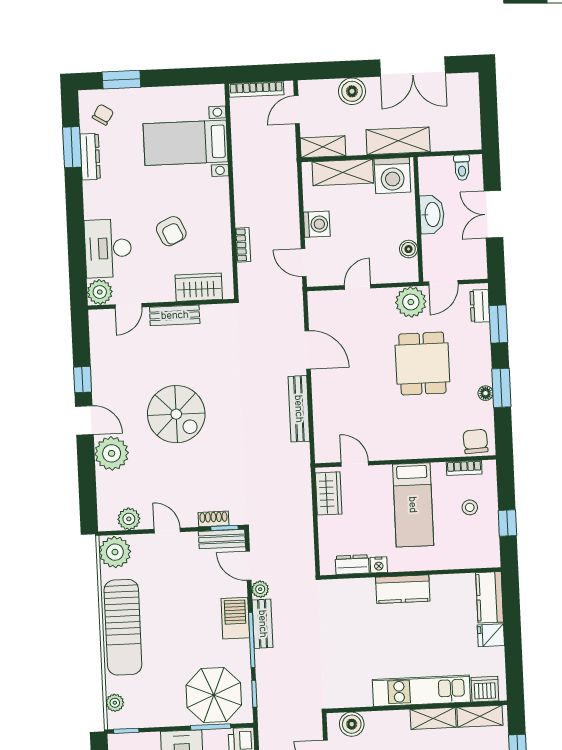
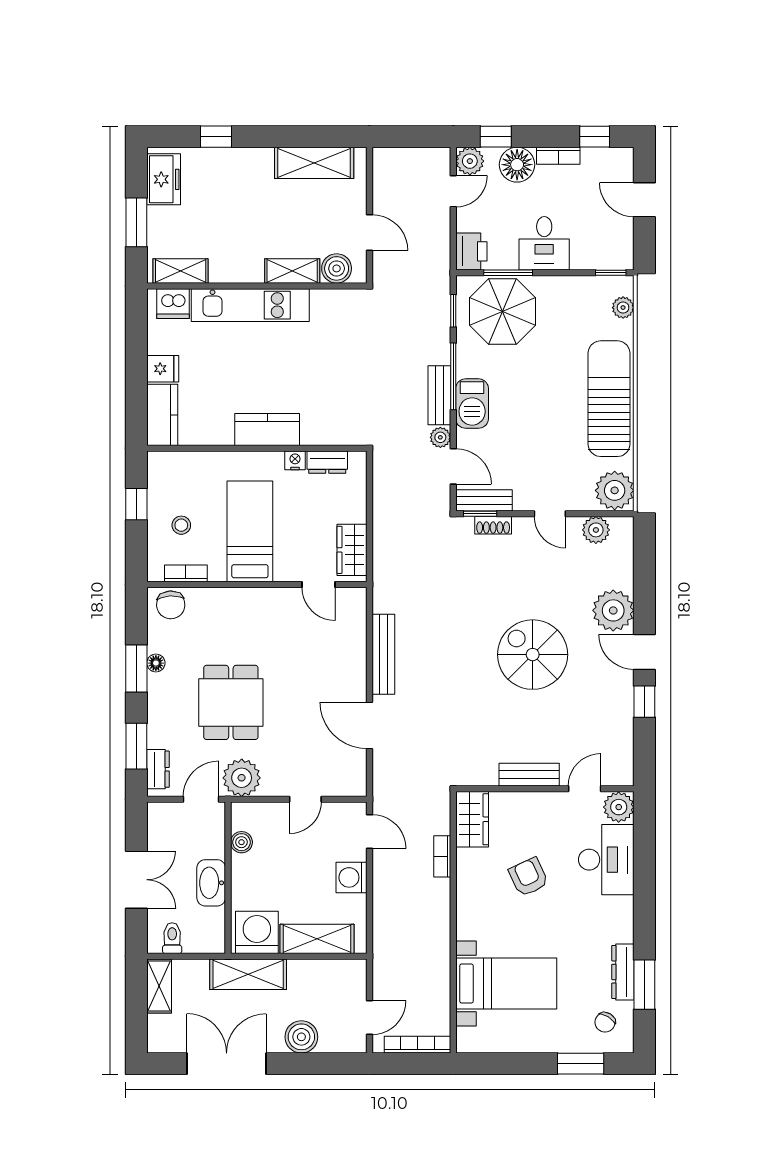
shelving: (323, 147) -> (159, 986), moved, turned 90
wardrobe: (199, 287) -> (472, 819), moved, turned -90
shelving: (433, 718) -> (292, 271), moved

